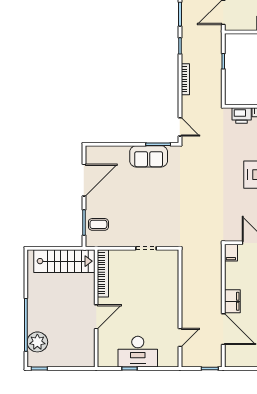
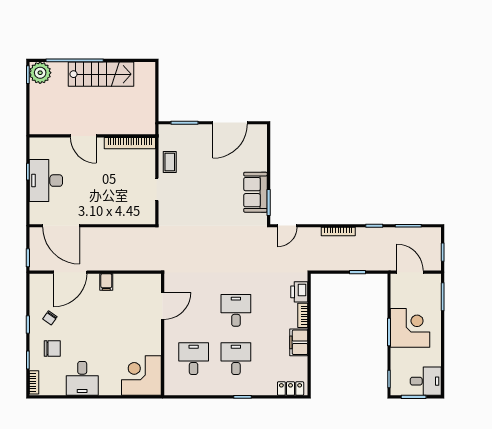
door: (84, 180) -> (230, 123), hinge flipped
coffee table: (98, 224) -> (170, 162), moved
filing cabinet: (231, 253) -> (152, 280), removed
stairs: (64, 261) -> (101, 74), moved, turned -90
filing cabinet: (232, 301) -> (106, 282), width x0.50
door: (180, 337) -> (61, 226), width x1.88
plant: (37, 342) -> (40, 73), moved

